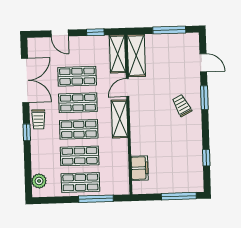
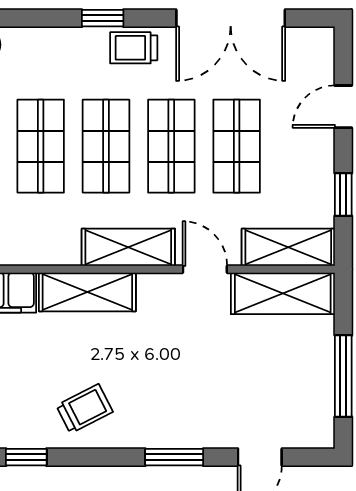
trolley: (182, 105) -> (85, 409), moved
shelving: (138, 135) -> (87, 292), added

